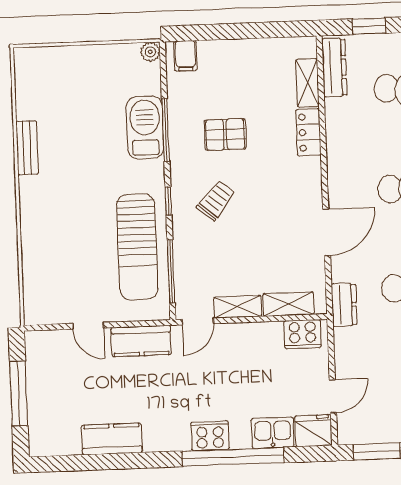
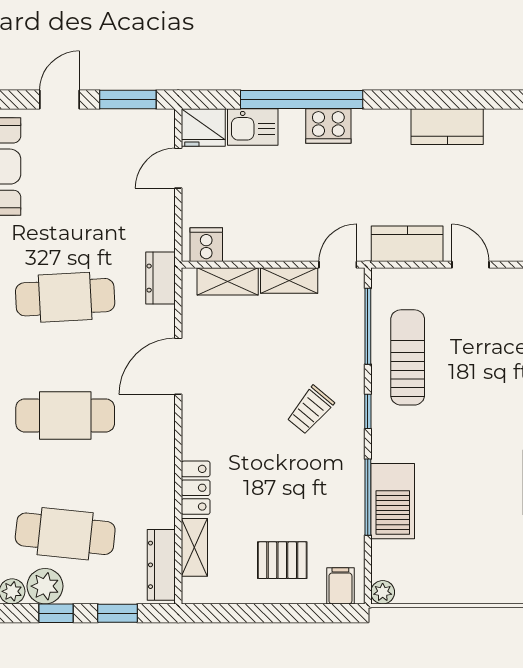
pallet: (225, 134) -> (282, 560), moved
sun lounger: (137, 247) -> (408, 357), width x0.73, depth x0.75
cooker: (303, 334) -> (206, 245), width x0.73

